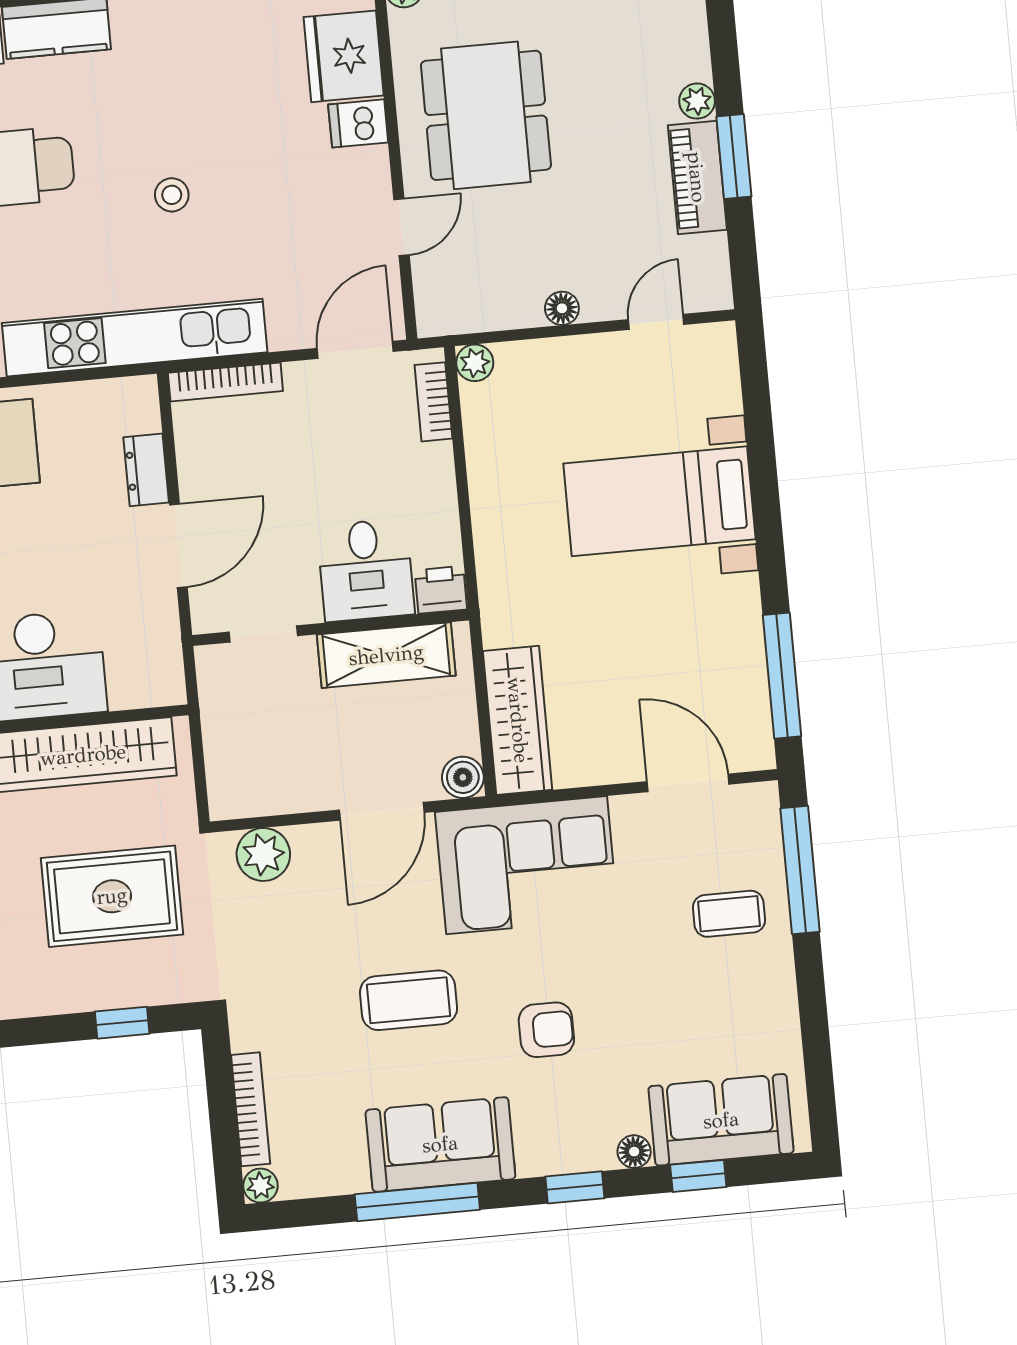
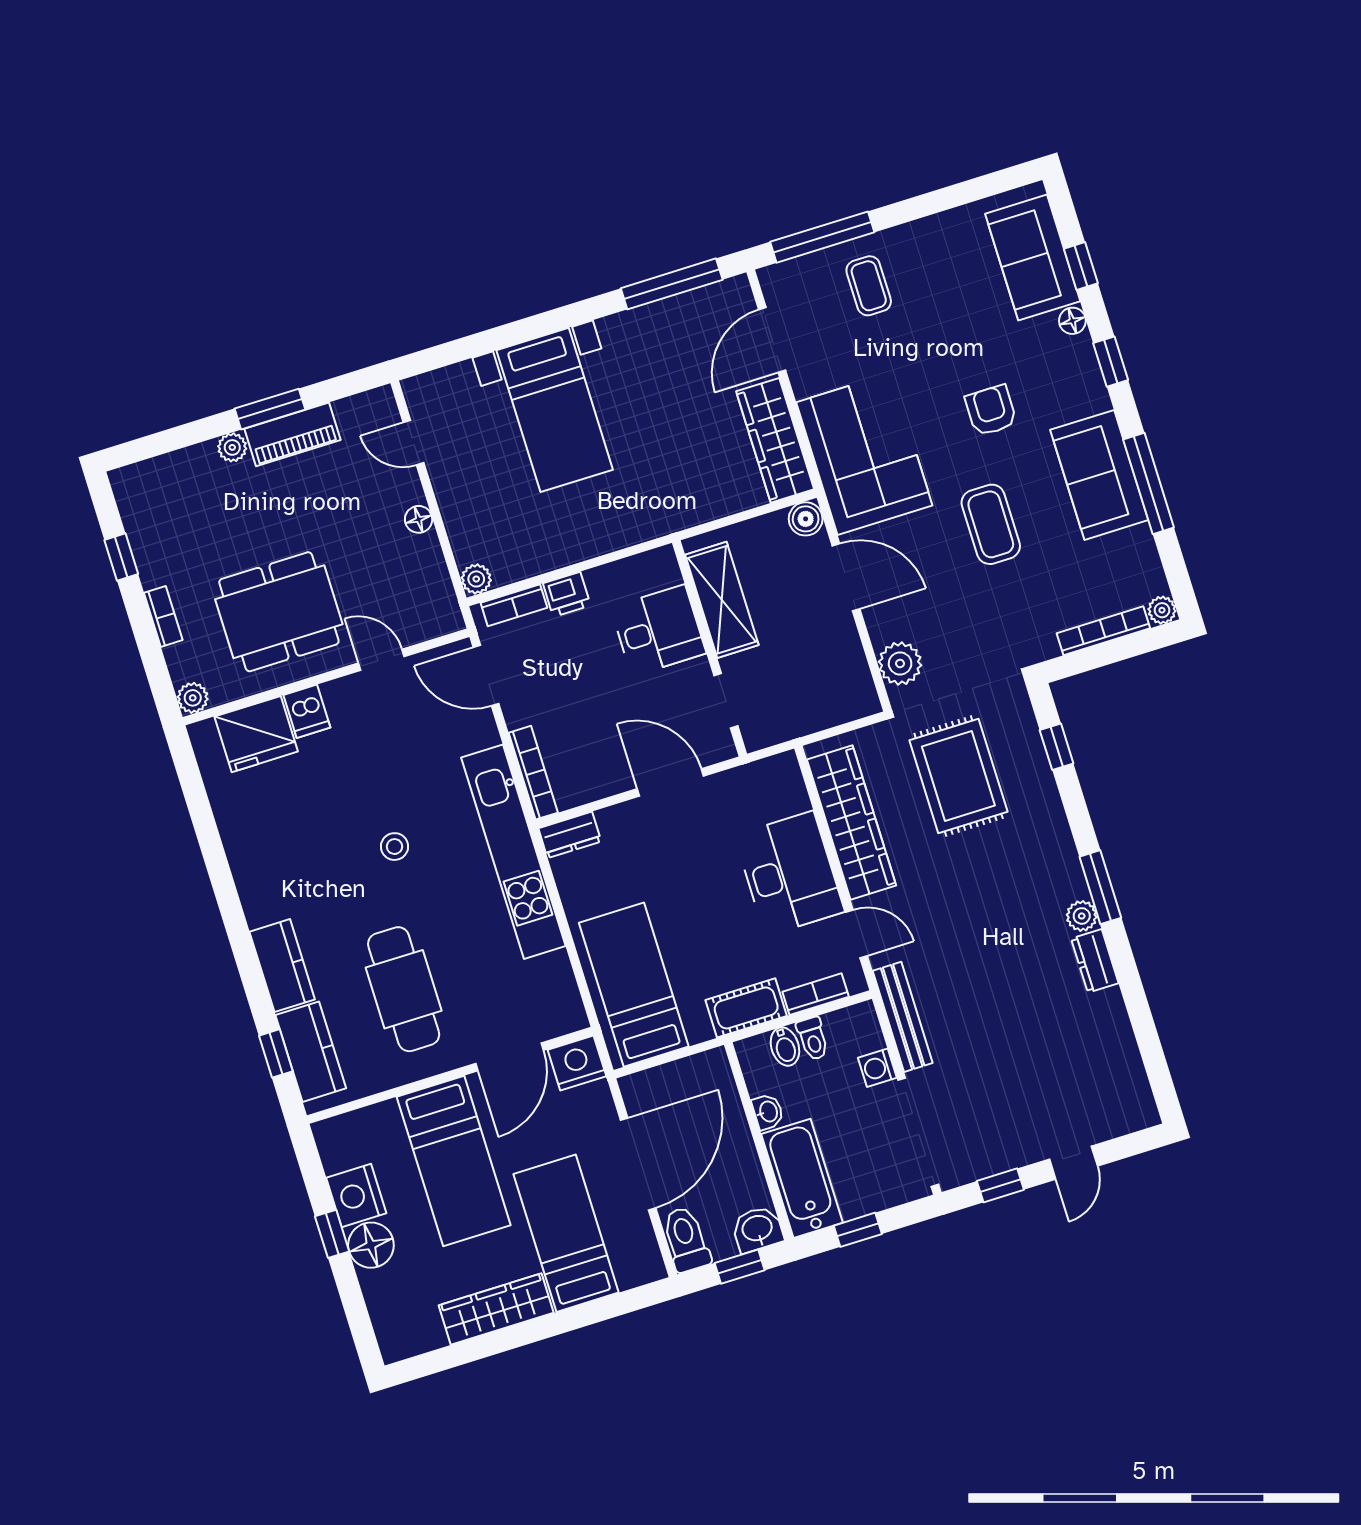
dresser: (146, 470) -> (570, 835), moved
printer: (441, 590) -> (567, 594), moved, turned -90
wardrobe: (518, 720) -> (775, 440), moved, turned -90

